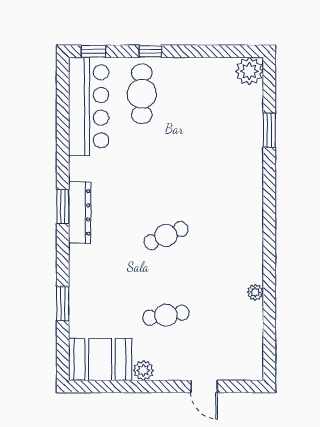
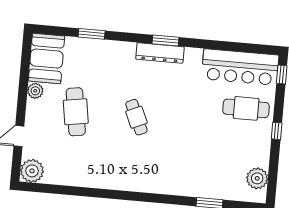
window: (150, 51) -> (277, 131), moved
plant: (249, 71) -> (257, 178), moved
plant: (255, 292) -> (32, 171), moved, width x1.88, depth x1.88
cafe table: (166, 315) -> (76, 112), width x1.37, depth x1.35

